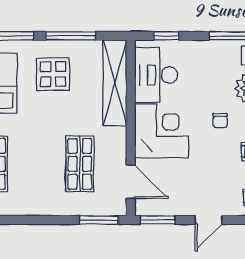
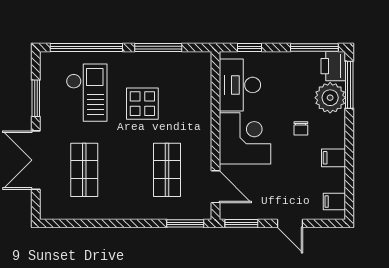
display table: (53, 74) -> (142, 104), moved
shelving: (115, 83) -> (200, 92), removed
door: (209, 220) -> (290, 223), hinge flipped

